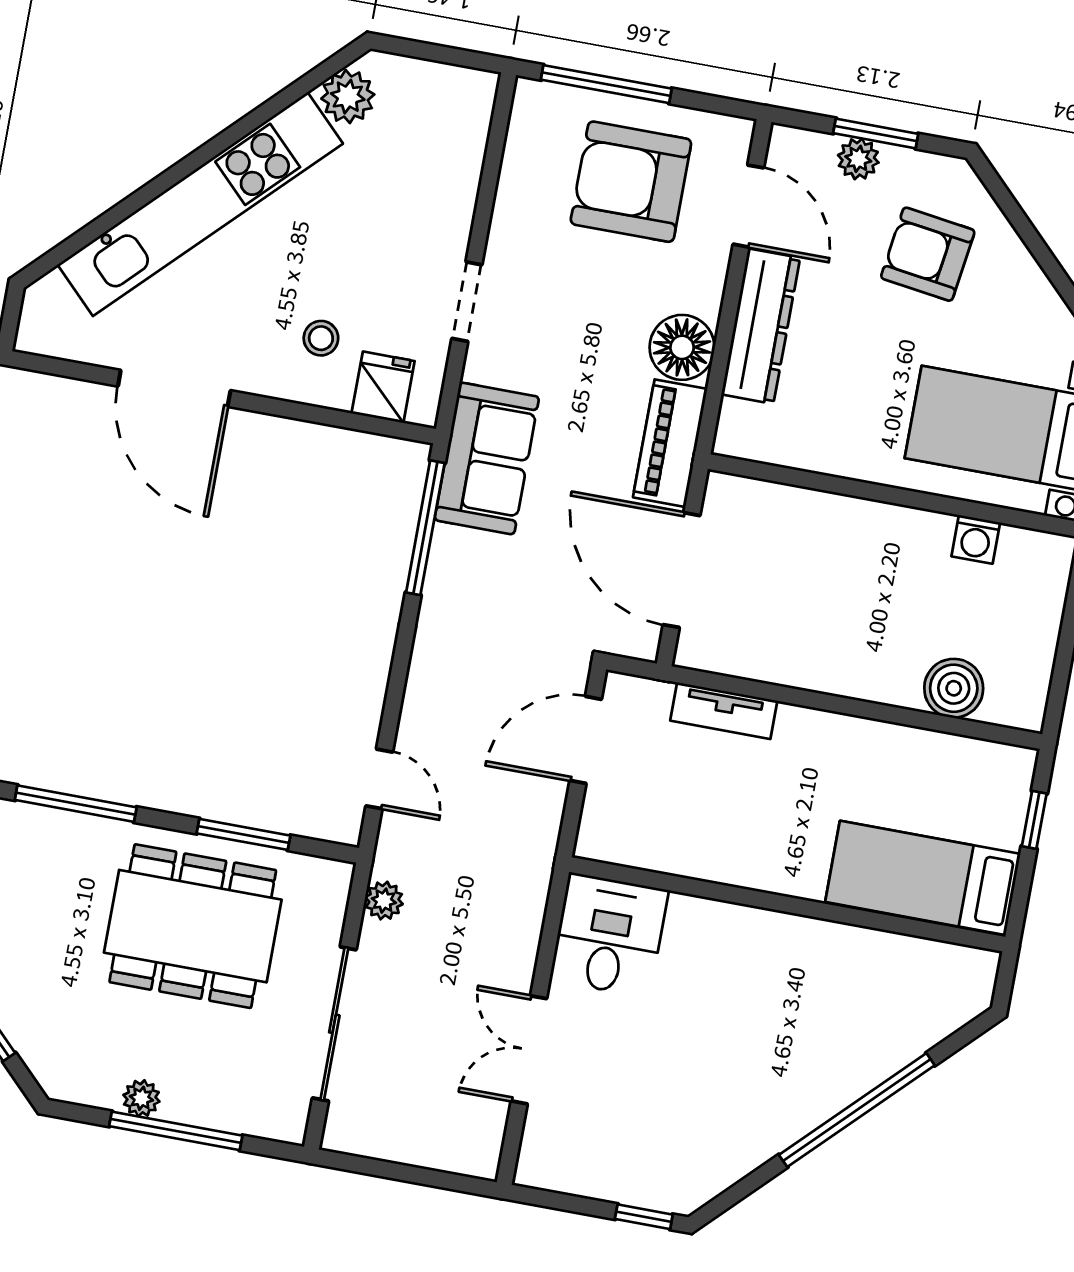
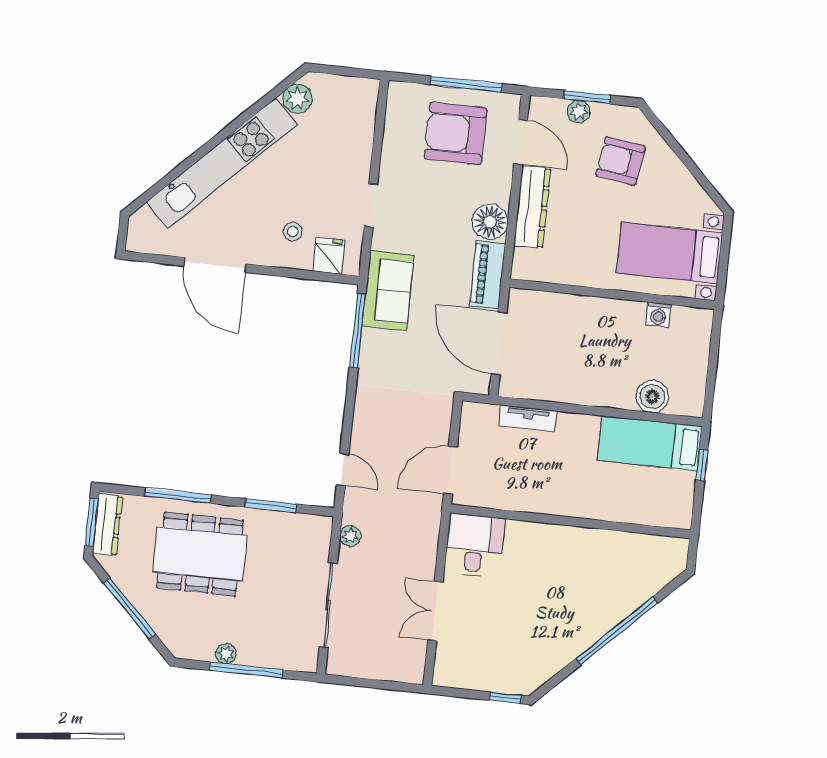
window: (606, 84) -> (466, 84), moved
door: (586, 740) -> (450, 470), moved
bed: (923, 878) -> (650, 443), moved
dining table: (193, 926) -> (200, 554), moved

